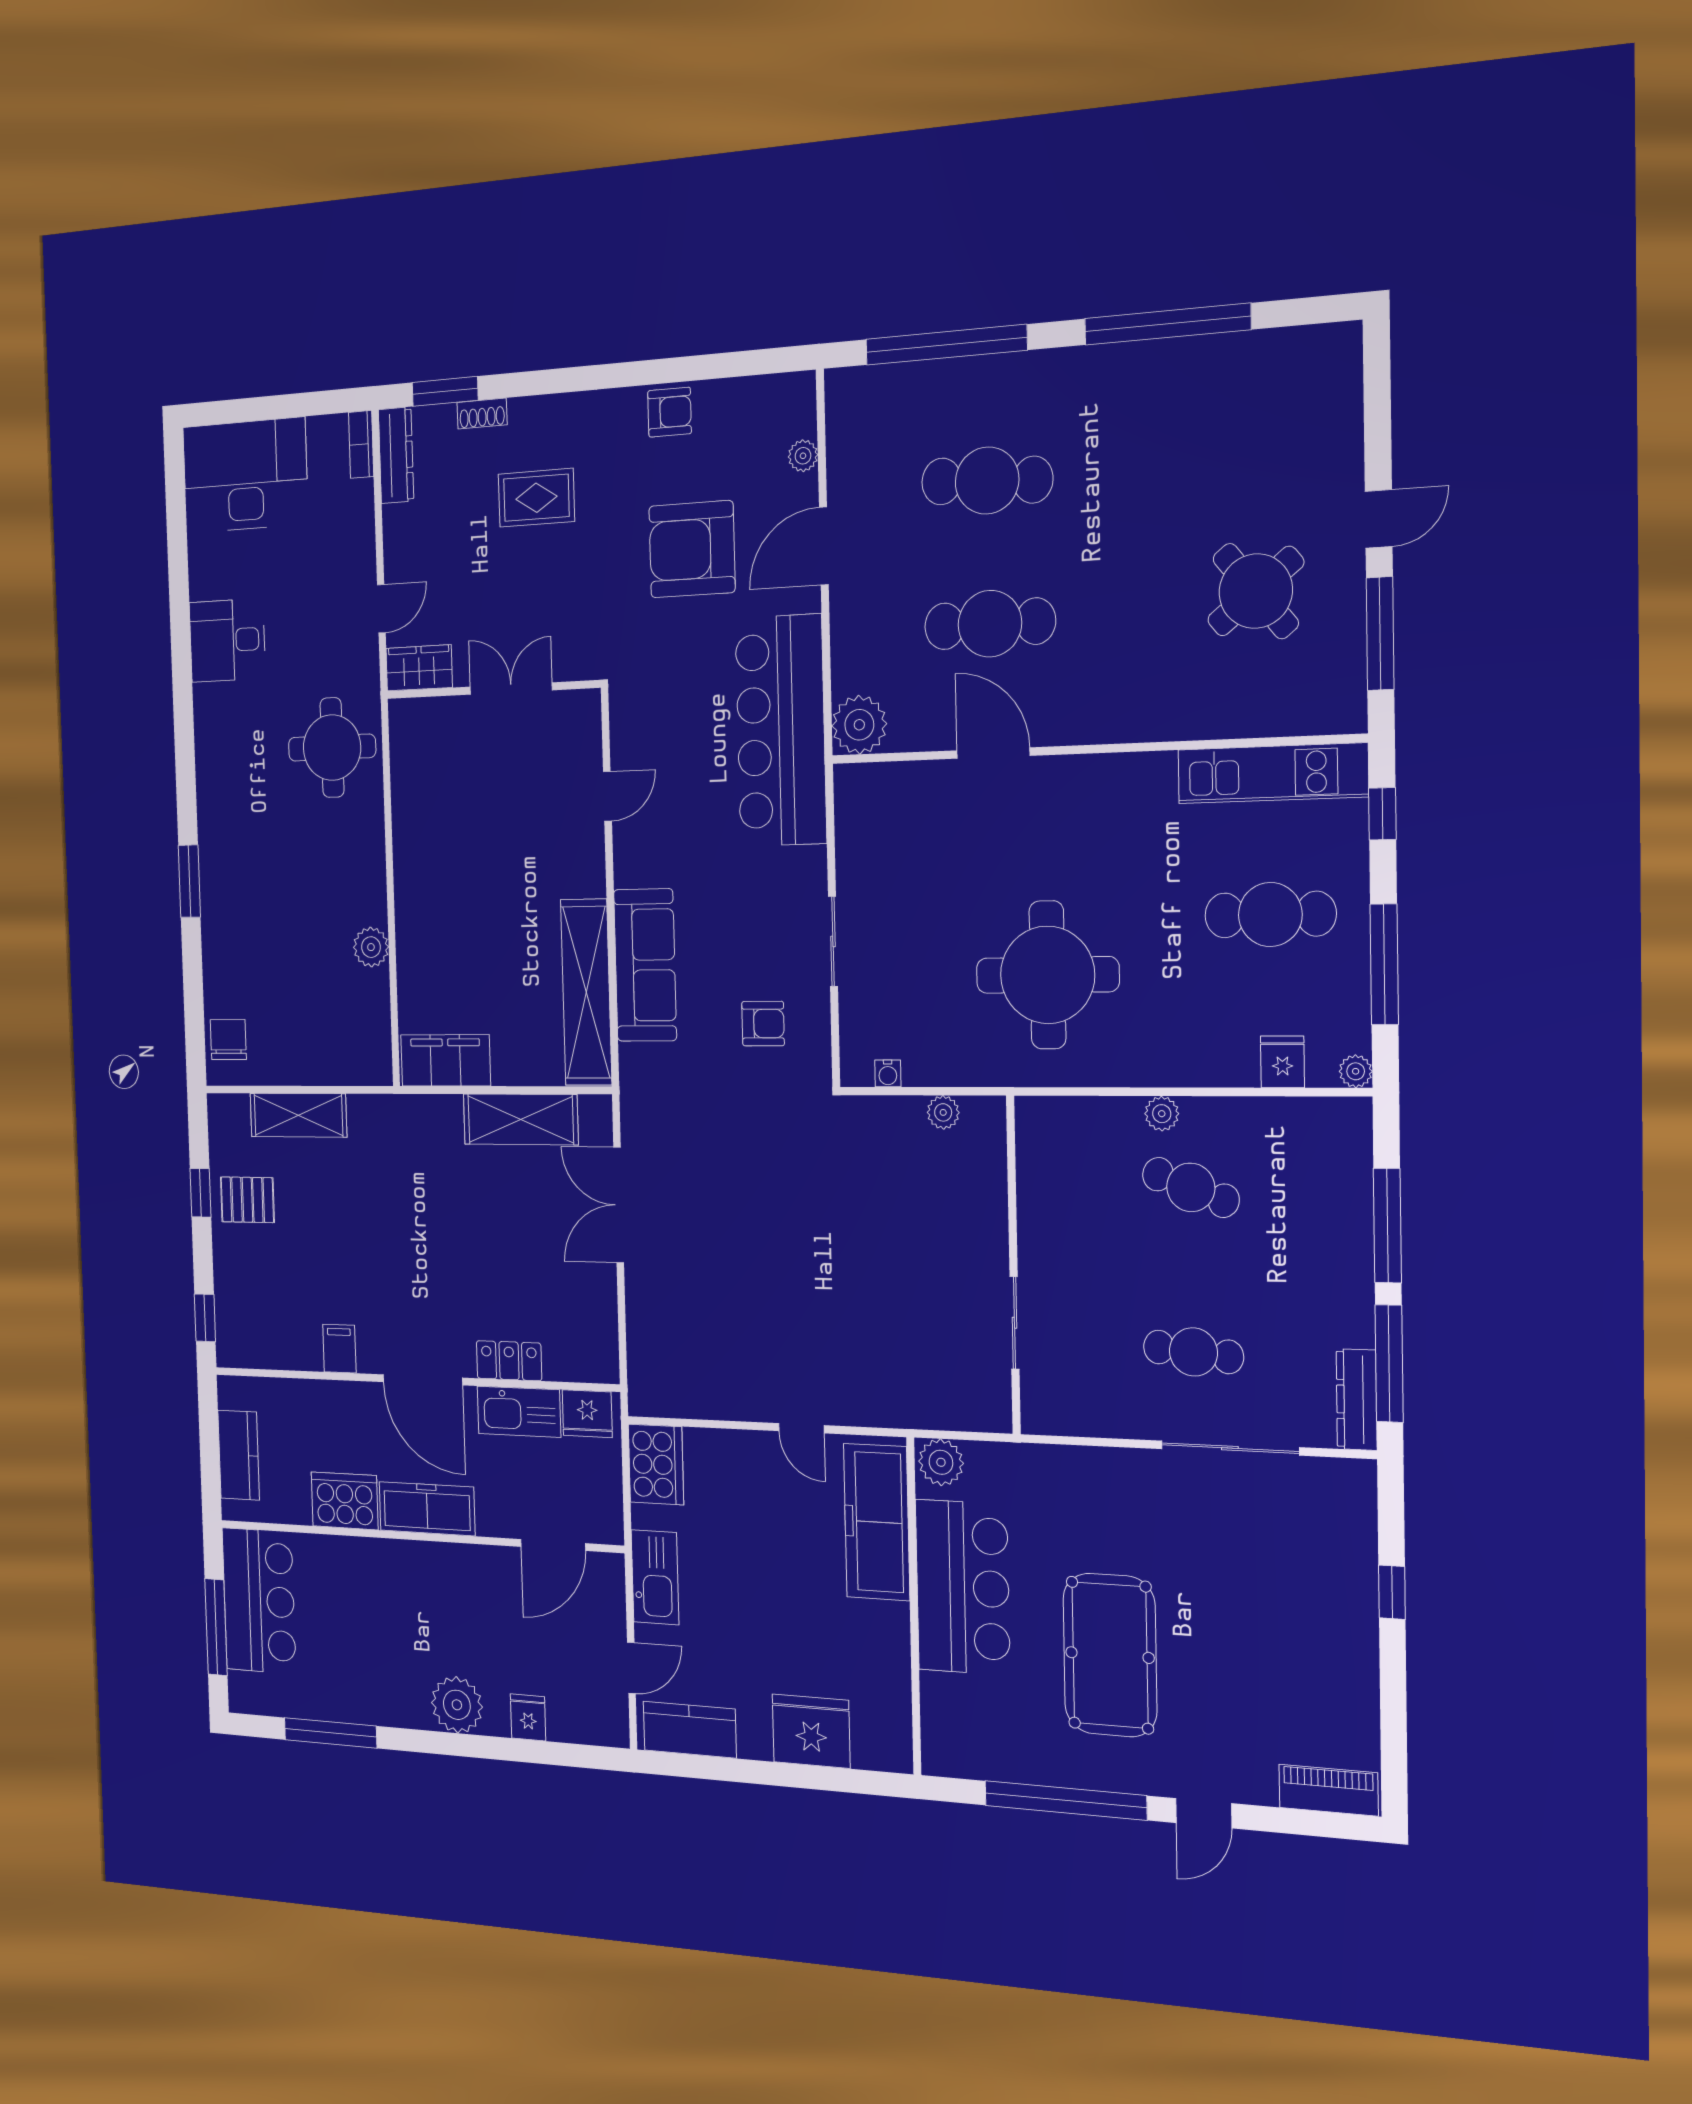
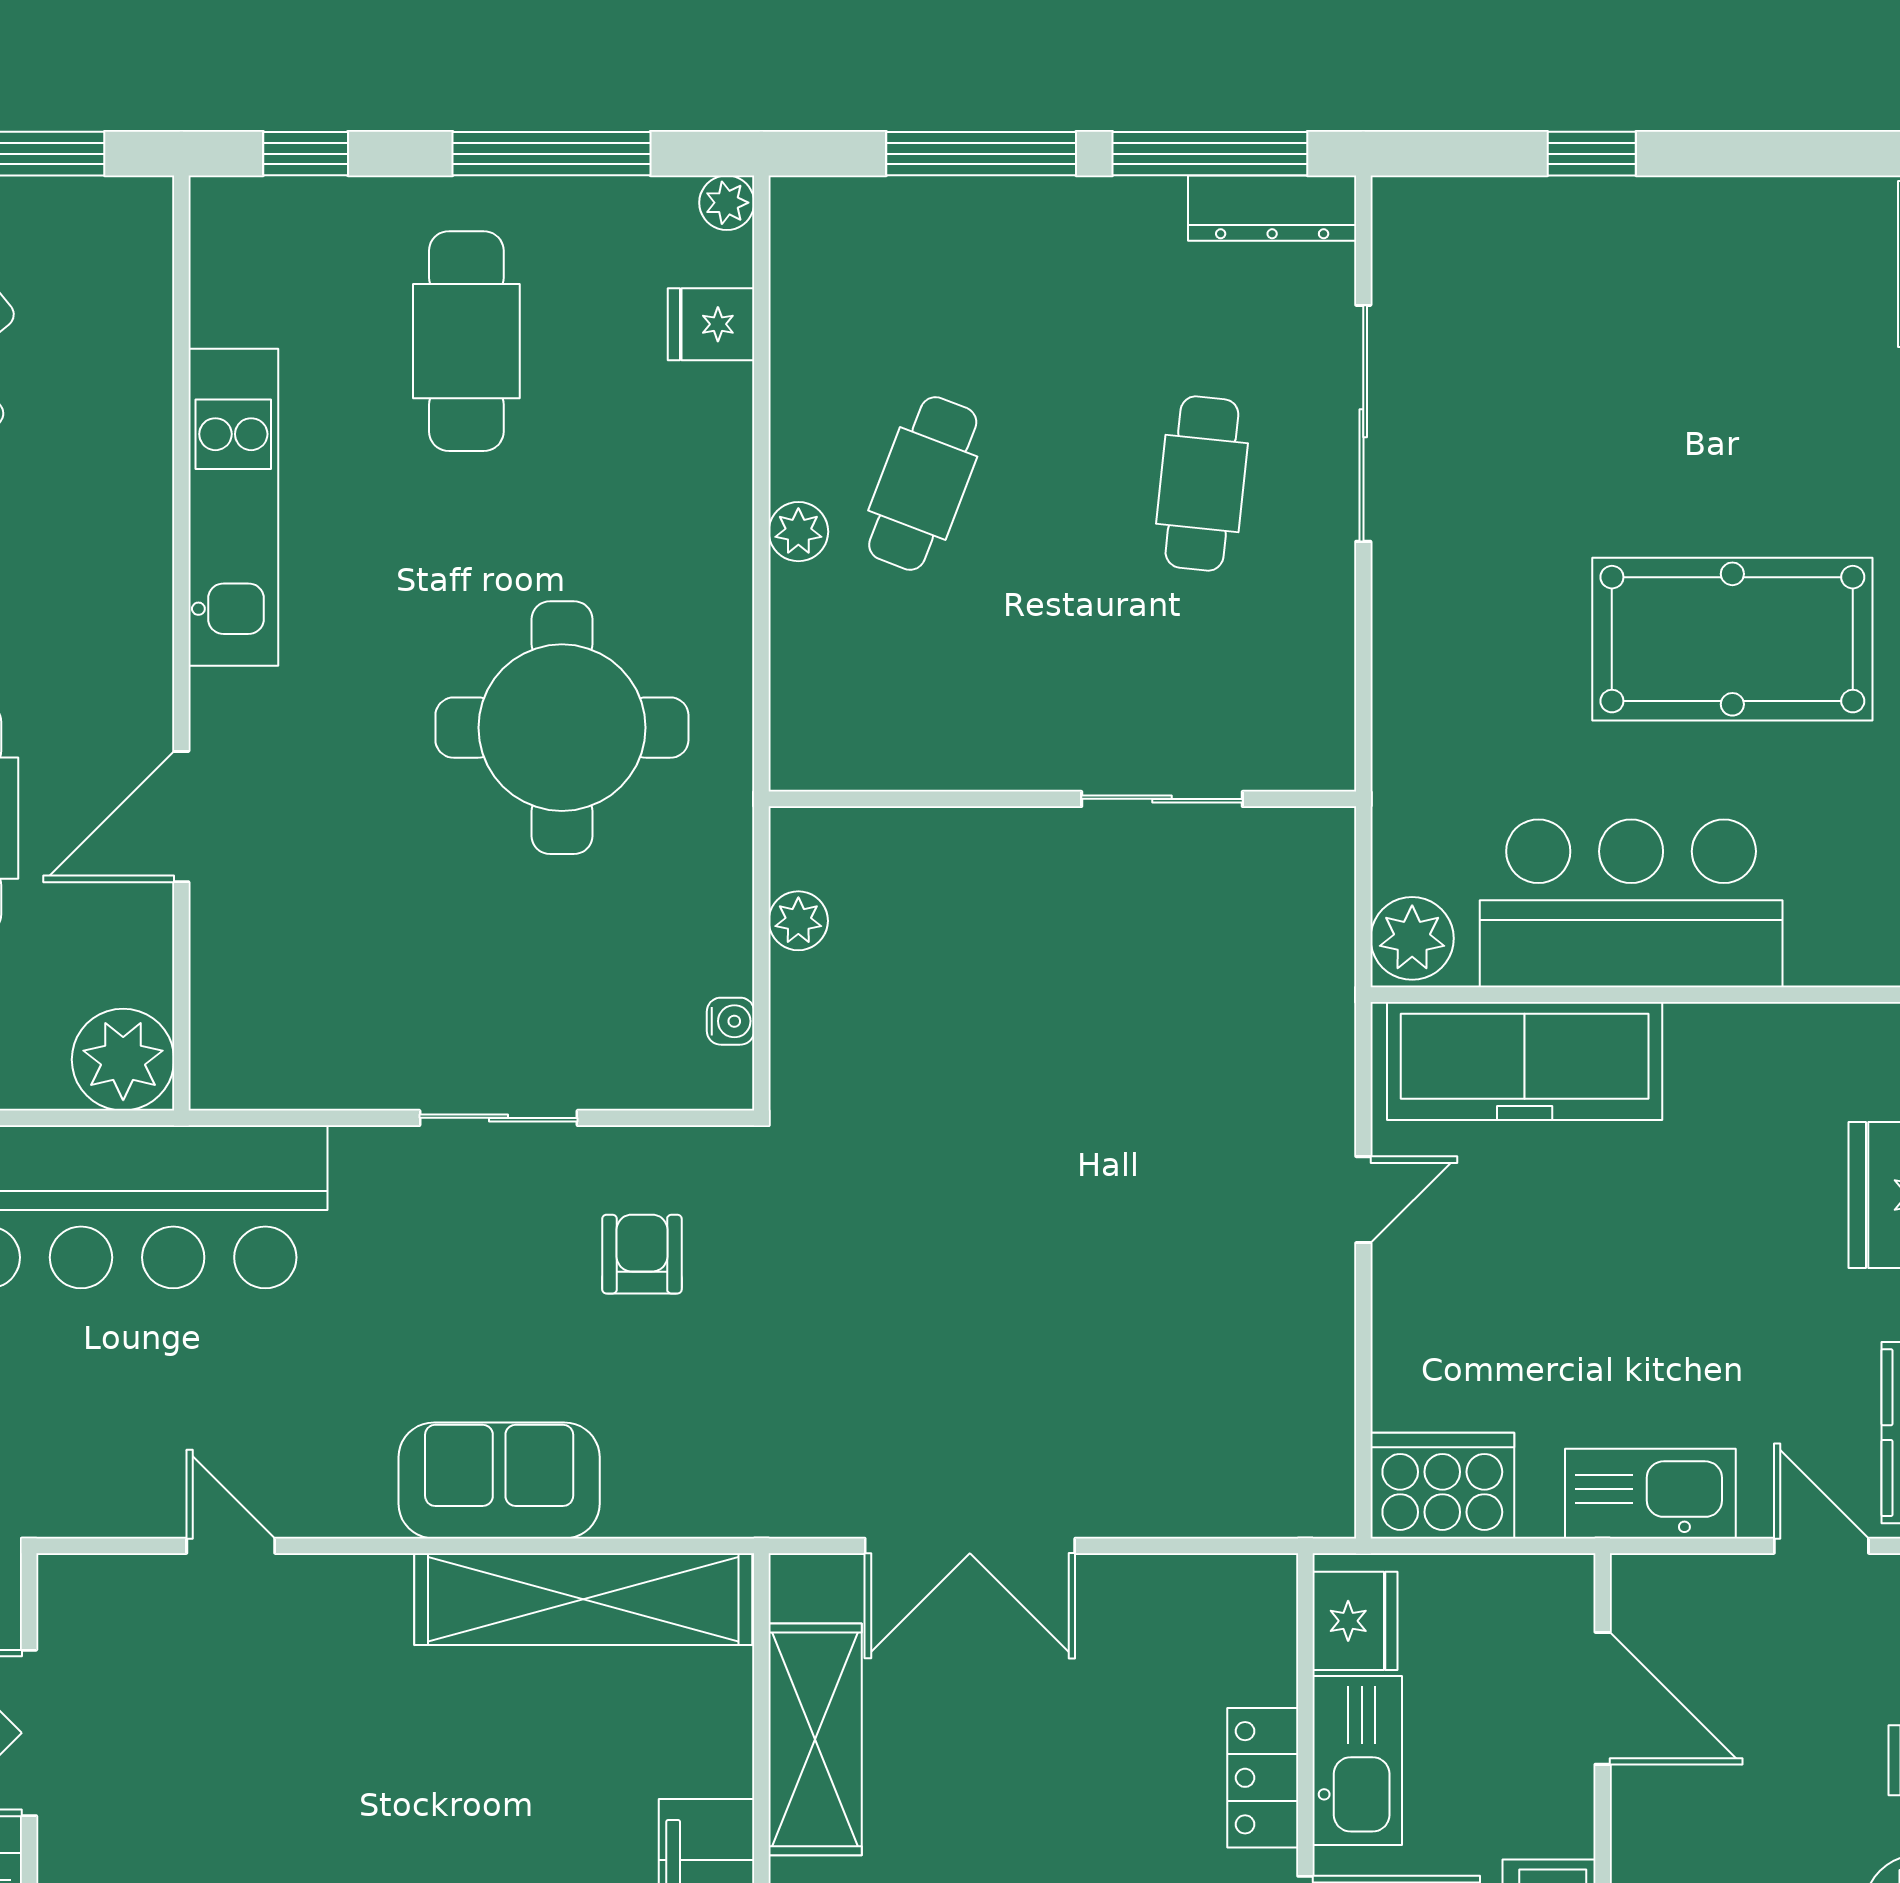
kitchen unit: (1273, 773) -> (233, 507), moved
sofa: (645, 965) -> (499, 1480), width x0.73

